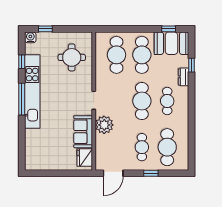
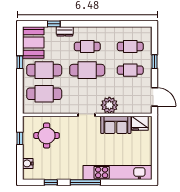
window: (45, 29) -> (20, 138), moved
window: (169, 29) -> (20, 62), moved
water cooler: (30, 37) -> (28, 163), moved
kitchen unit: (32, 92) -> (117, 172), moved
cafe table: (167, 147) -> (130, 46), width x0.73, depth x0.74

